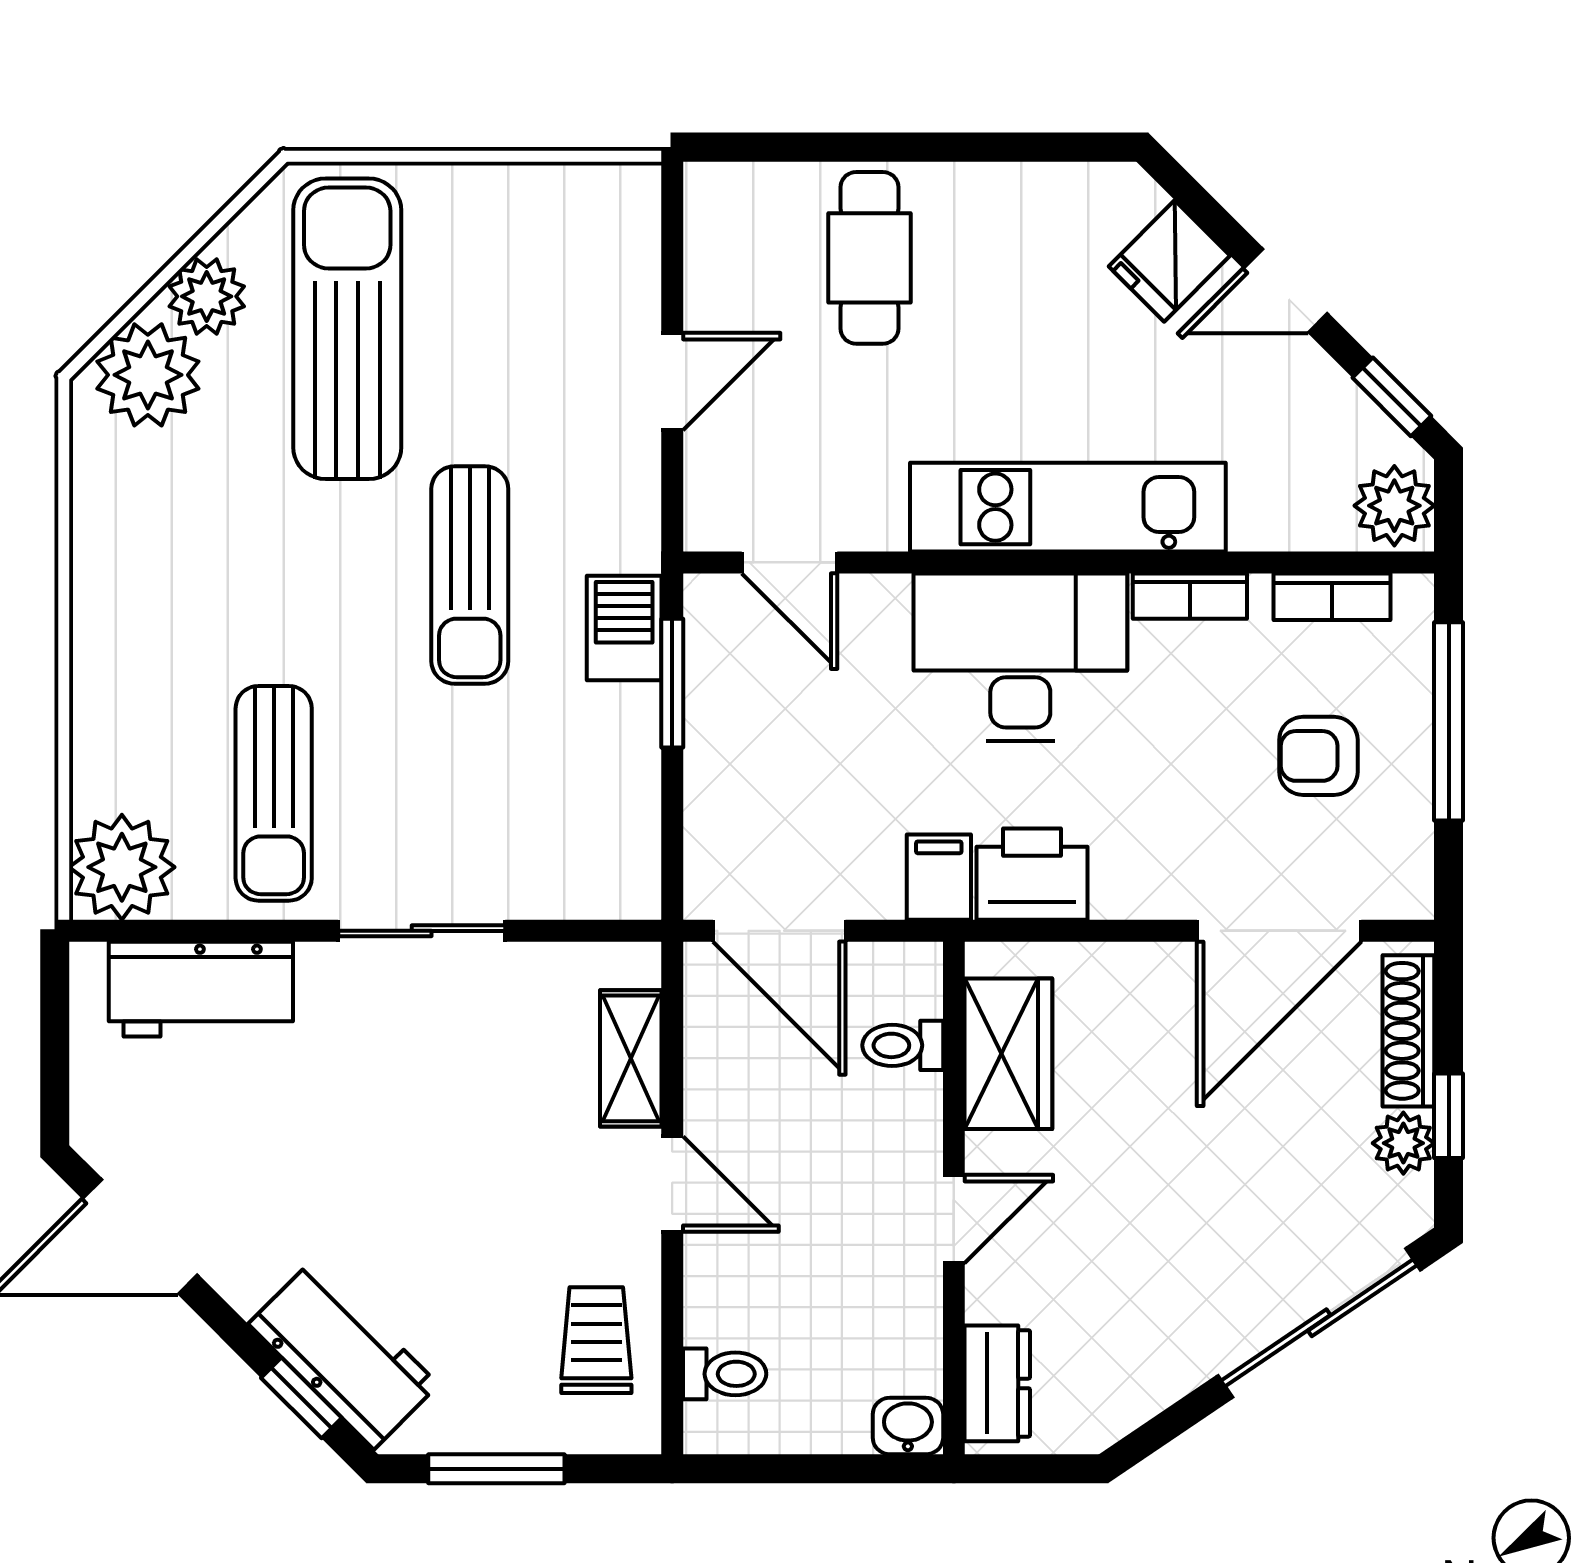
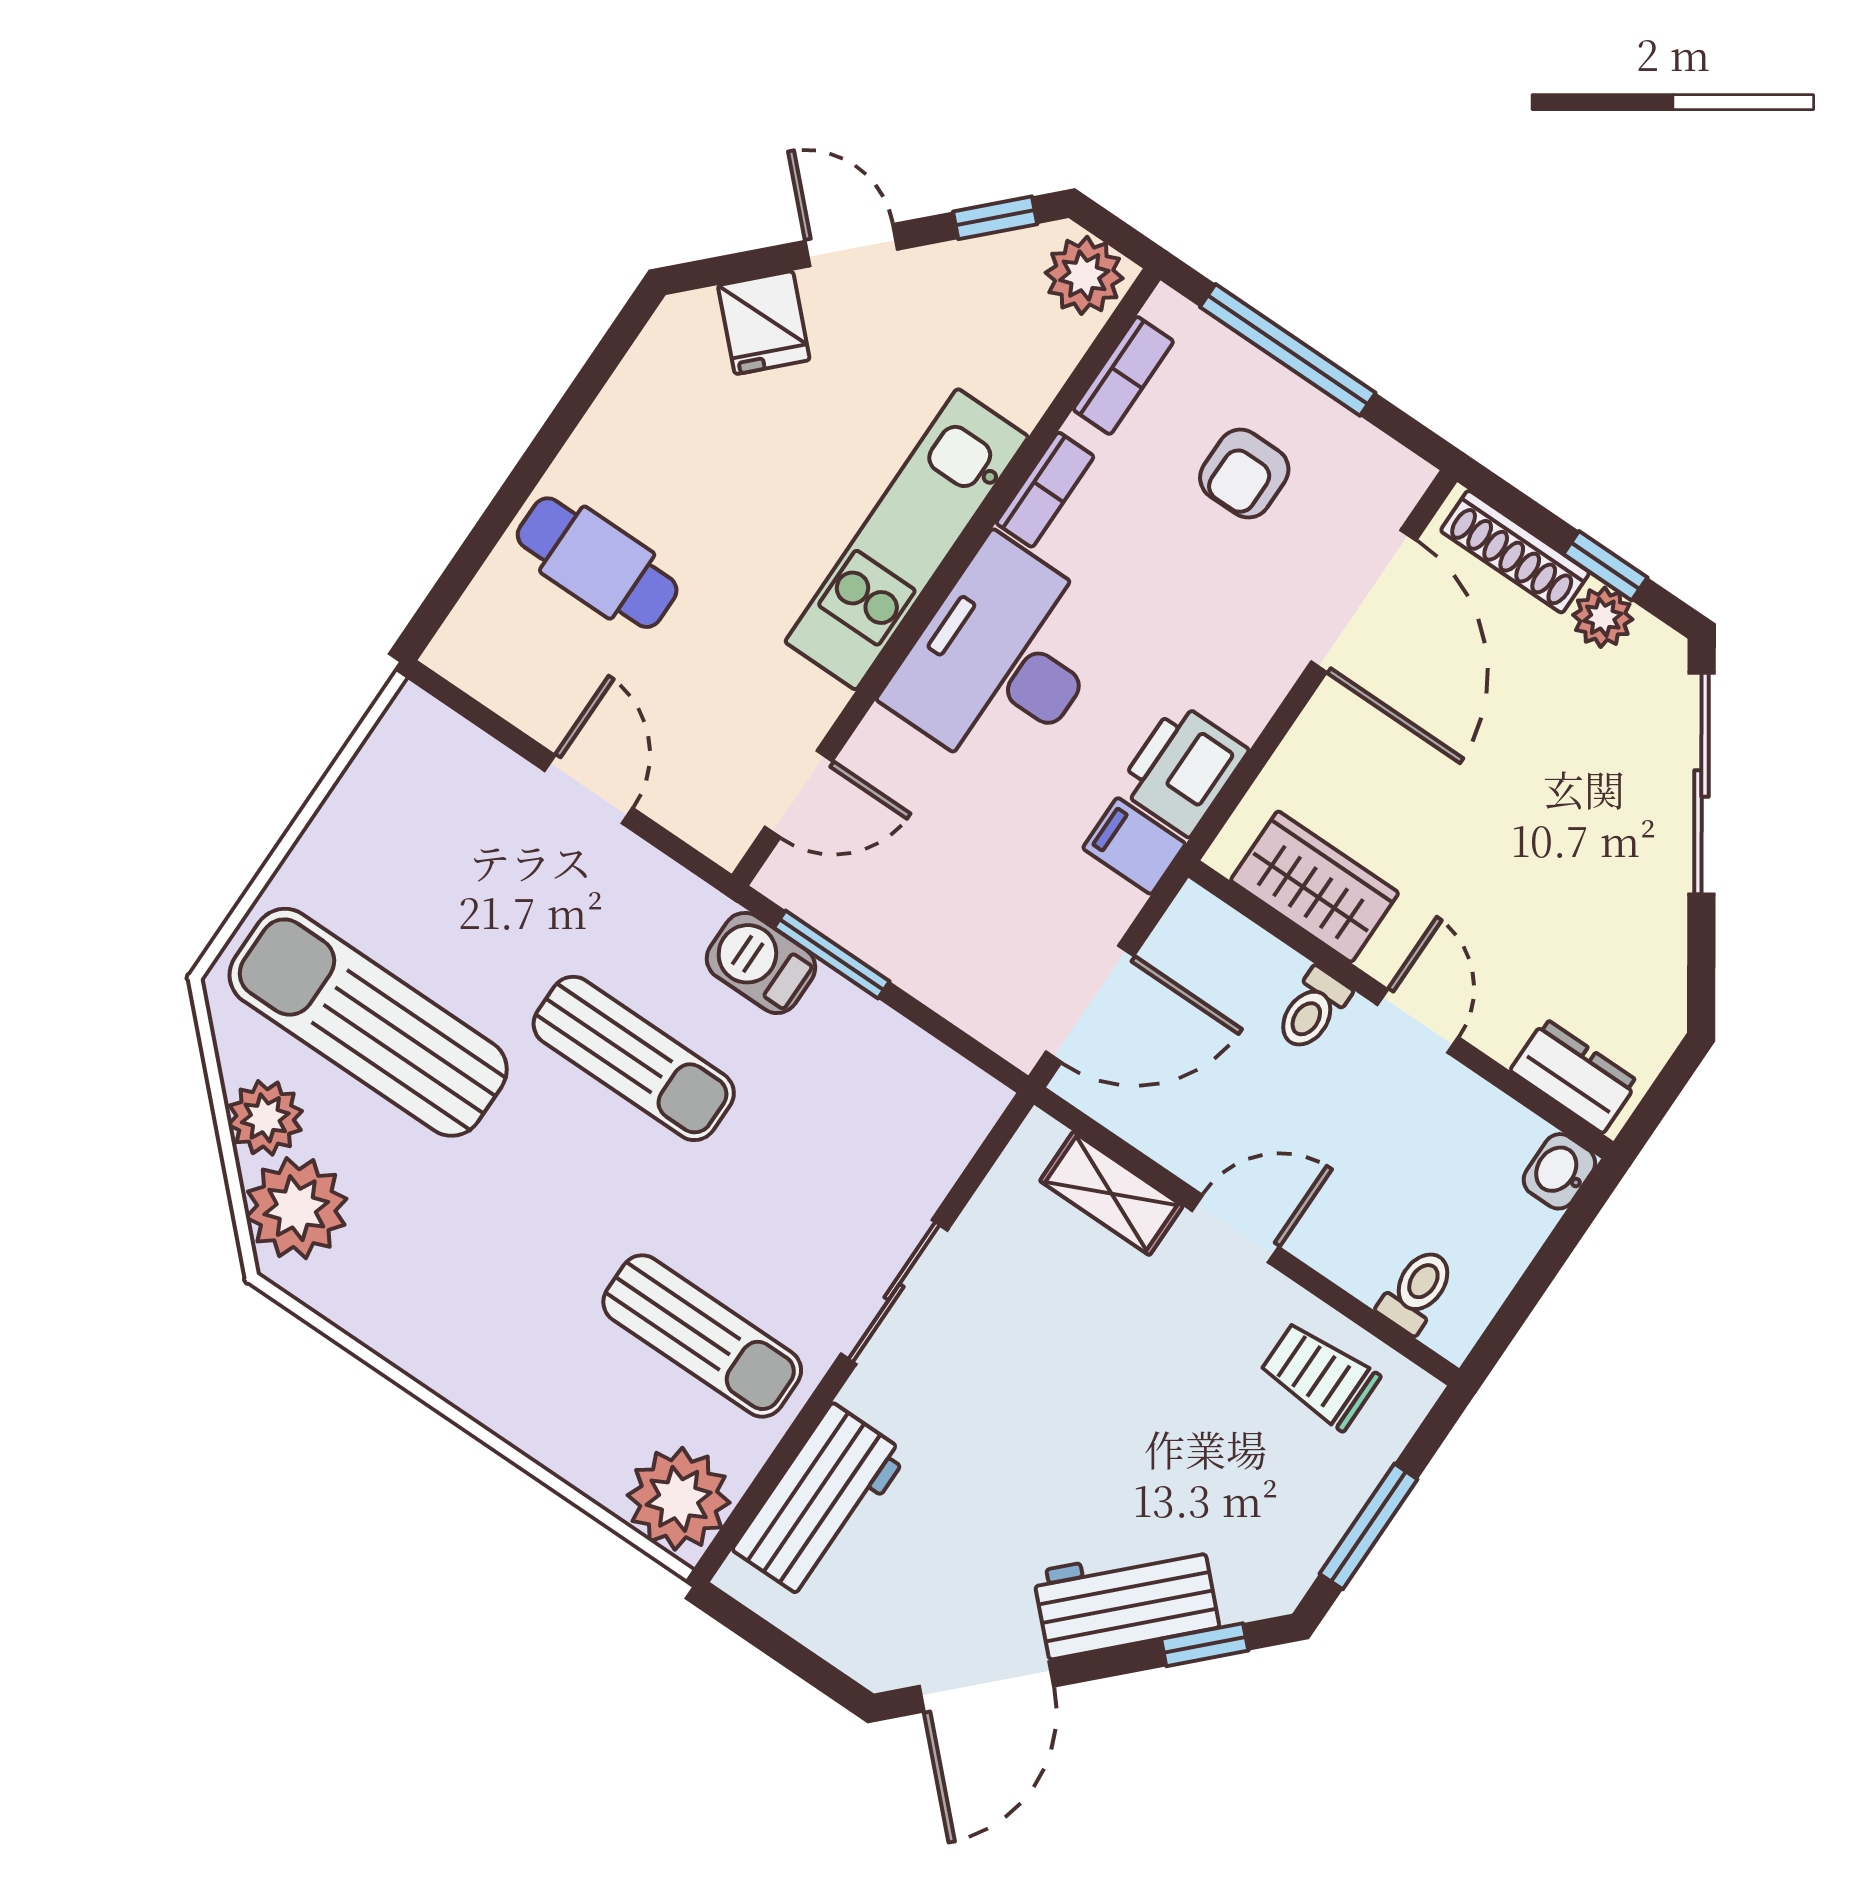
door: (1286, 291) -> (851, 245), swing flipped
toilet: (903, 1045) -> (1312, 1010), moved
workbench: (343, 1354) -> (1126, 1600), moved

